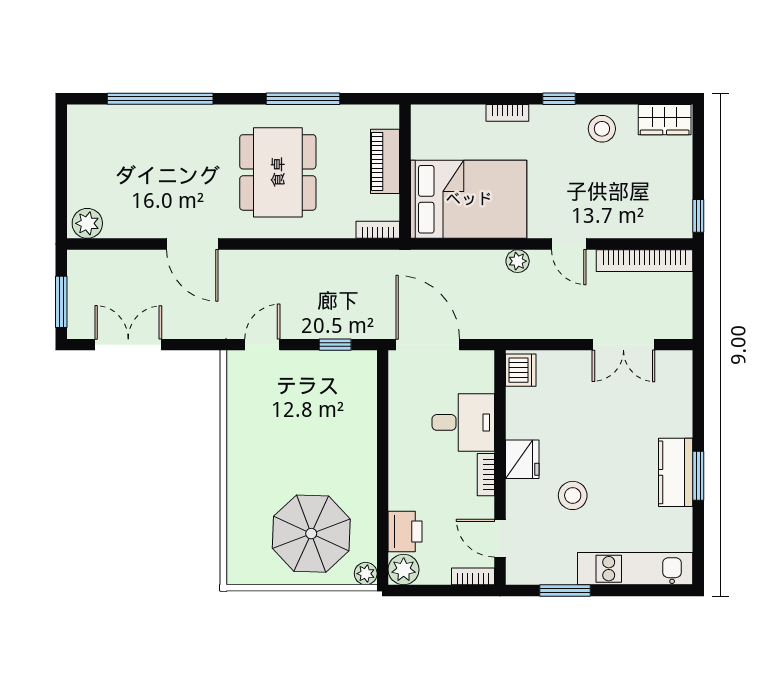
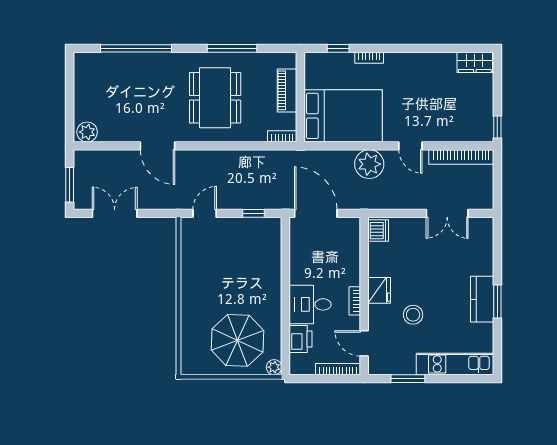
window: (559, 99) -> (338, 48), moved
stool: (602, 129) -> (433, 68), removed
plant: (518, 261) -> (369, 164), width x1.87, depth x1.87
desk: (463, 422) -> (310, 304), moved, turned 180
plant: (404, 570) -> (299, 364), removed
bookcase: (473, 576) -> (338, 369), width x1.56

